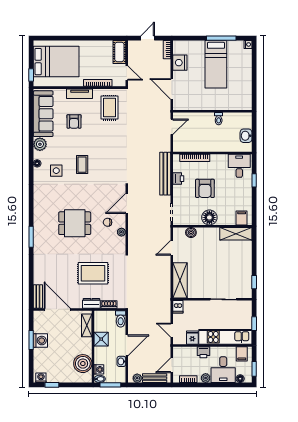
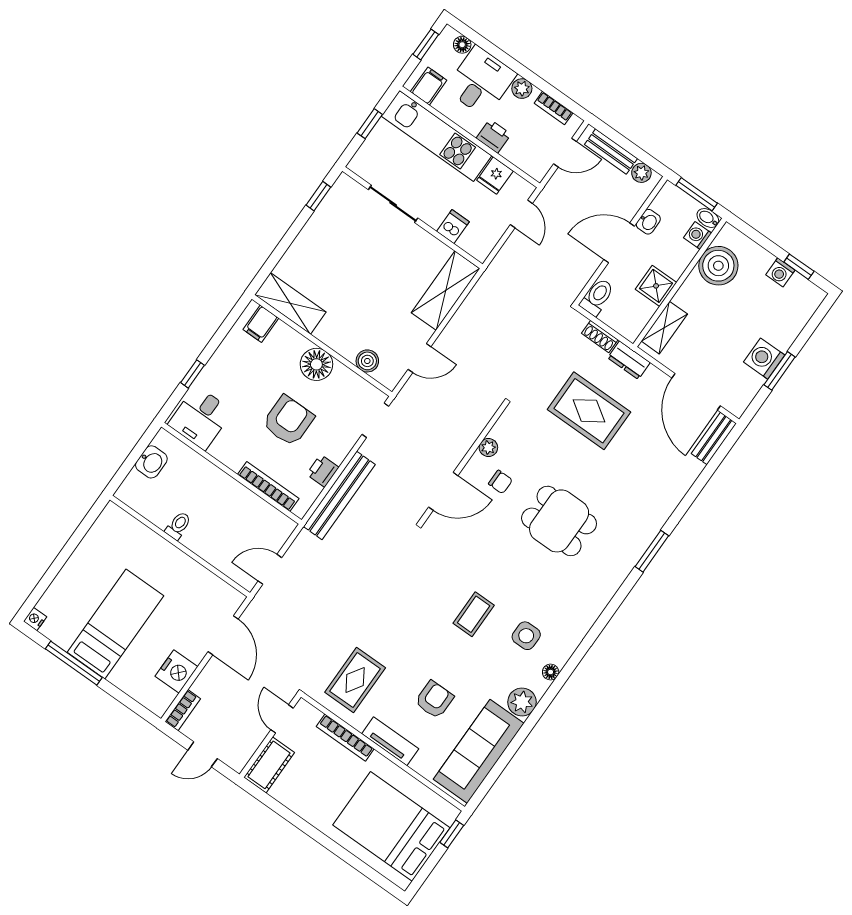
dishwasher: (178, 307) -> (453, 227), moved
washing machine: (41, 378) -> (780, 272), moved

